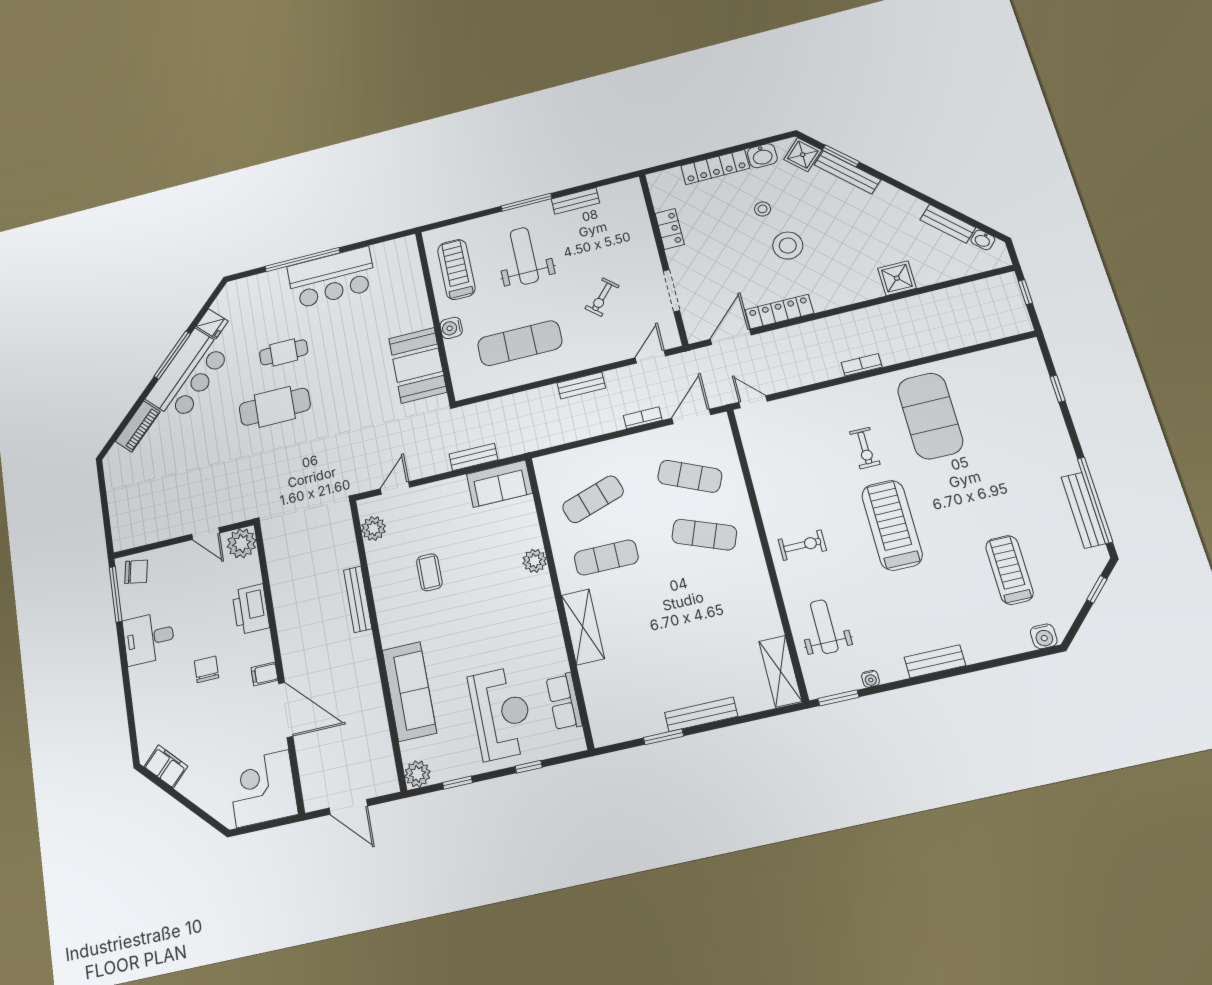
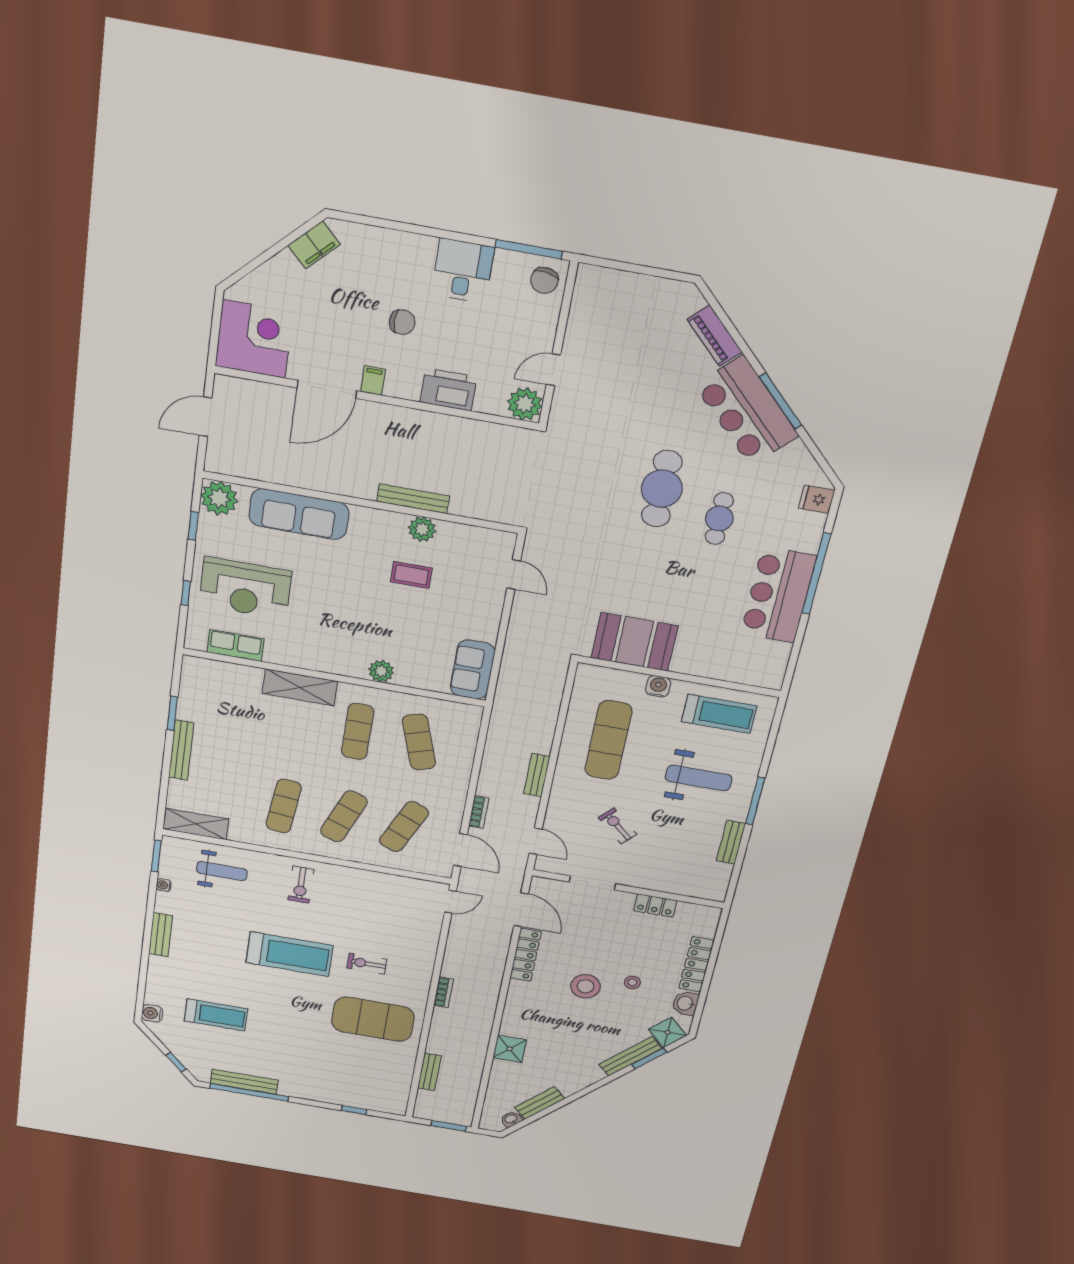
window: (1025, 292) -> (449, 1126), width x1.50
fridge: (212, 324) -> (817, 499), moved, turned 45
bench: (473, 457) -> (429, 1072), moved
plant: (374, 528) -> (422, 529), moved
exercise mat: (719, 594) -> (284, 806), added
plant: (417, 774) -> (219, 498), width x1.36, depth x1.36

